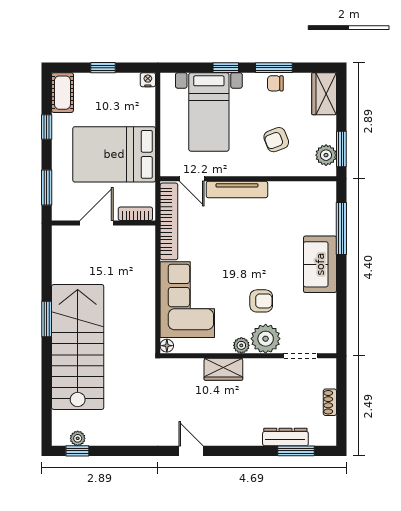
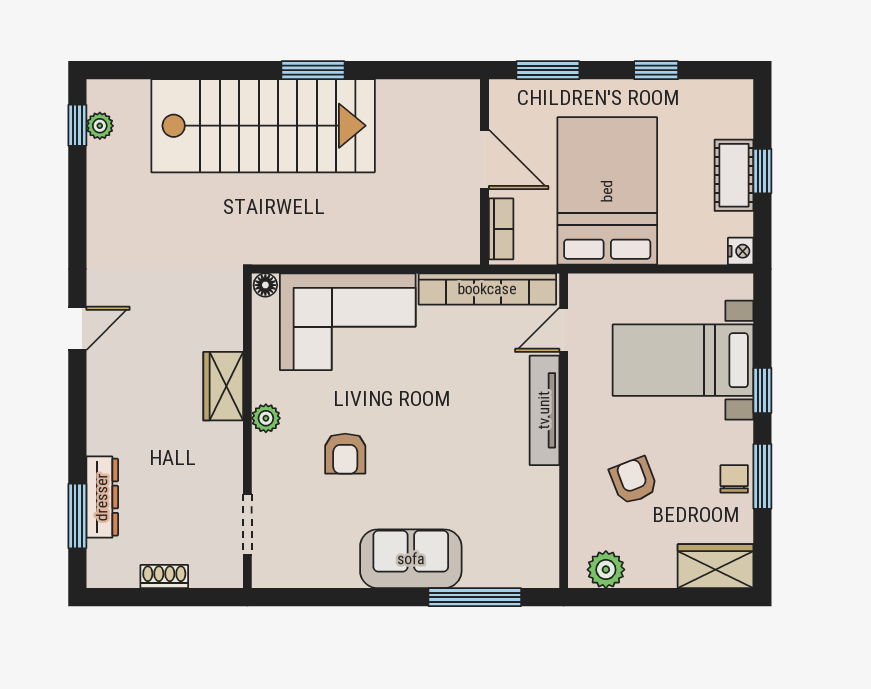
cot: (62, 93) -> (734, 175), moved, turned 90
window: (341, 149) -> (617, 597), removed
plant: (266, 339) -> (278, 462), removed

